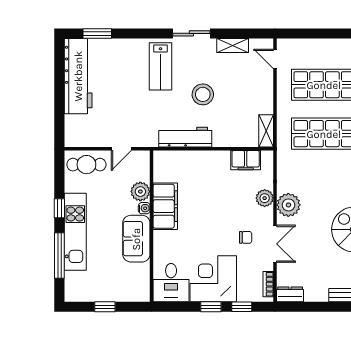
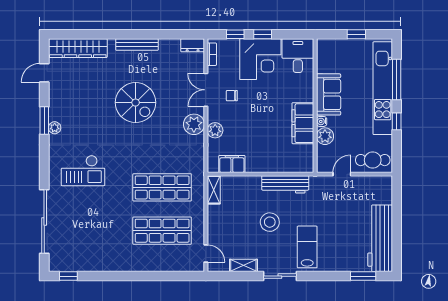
kitchen unit: (75, 232) -> (383, 88), width x1.36

